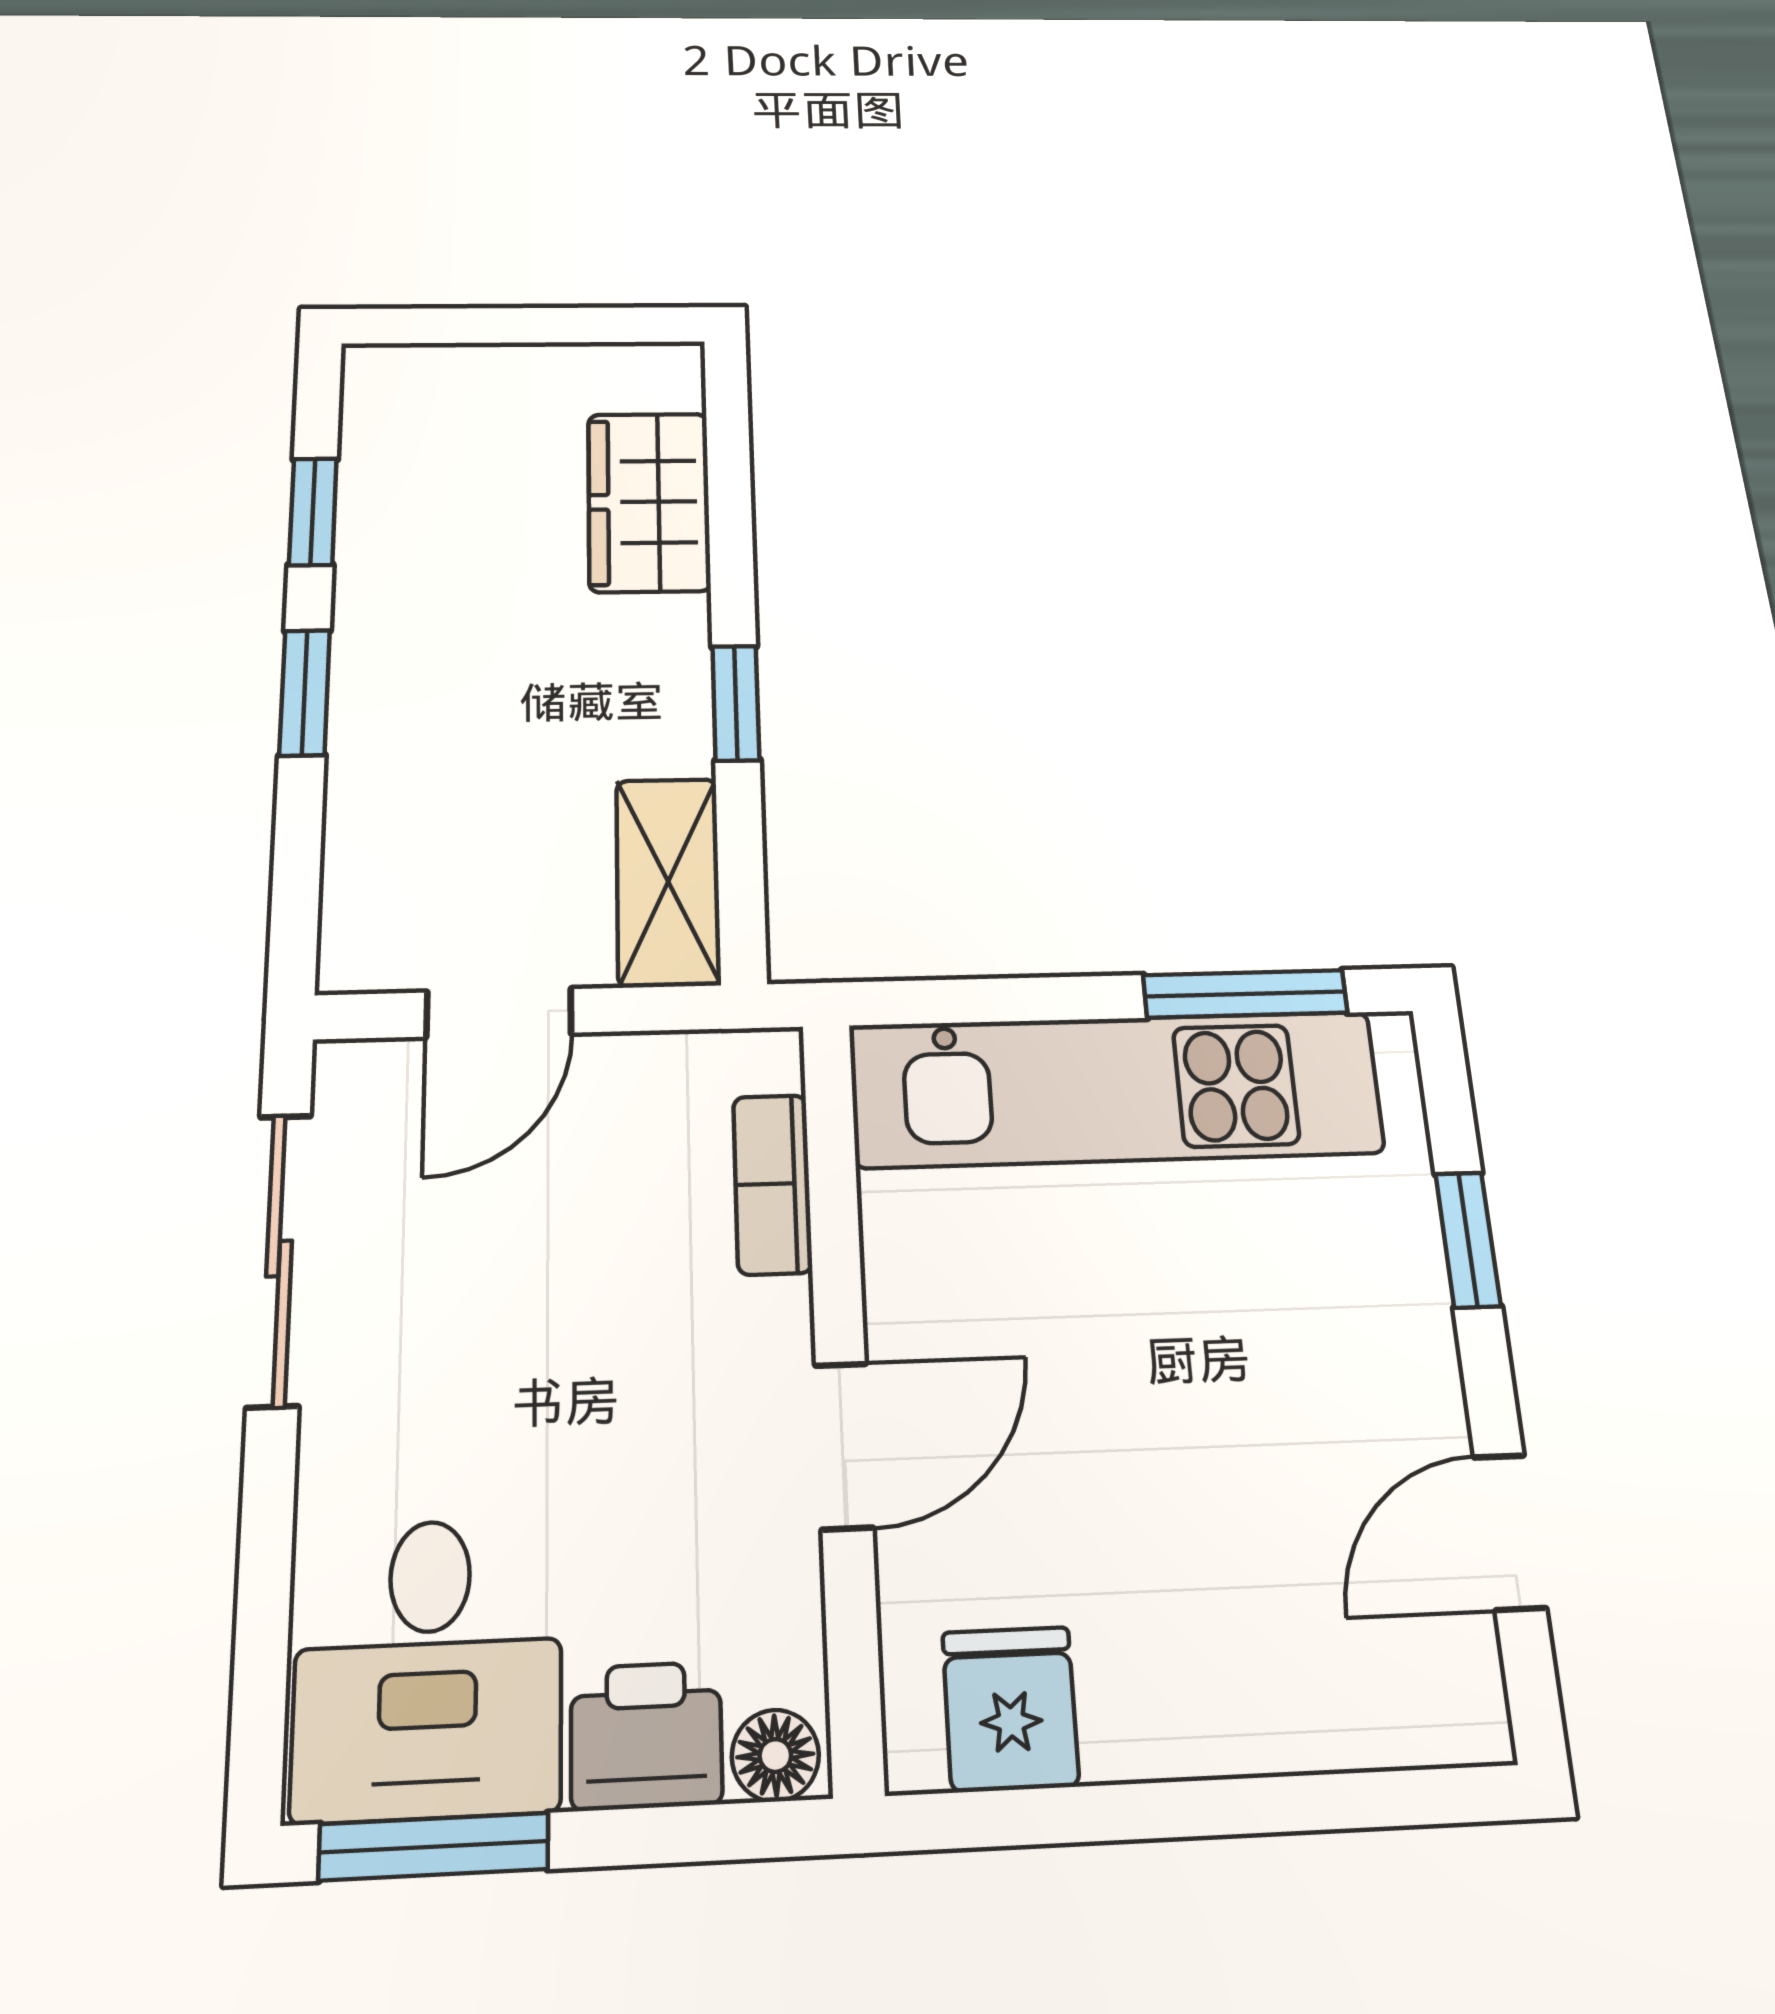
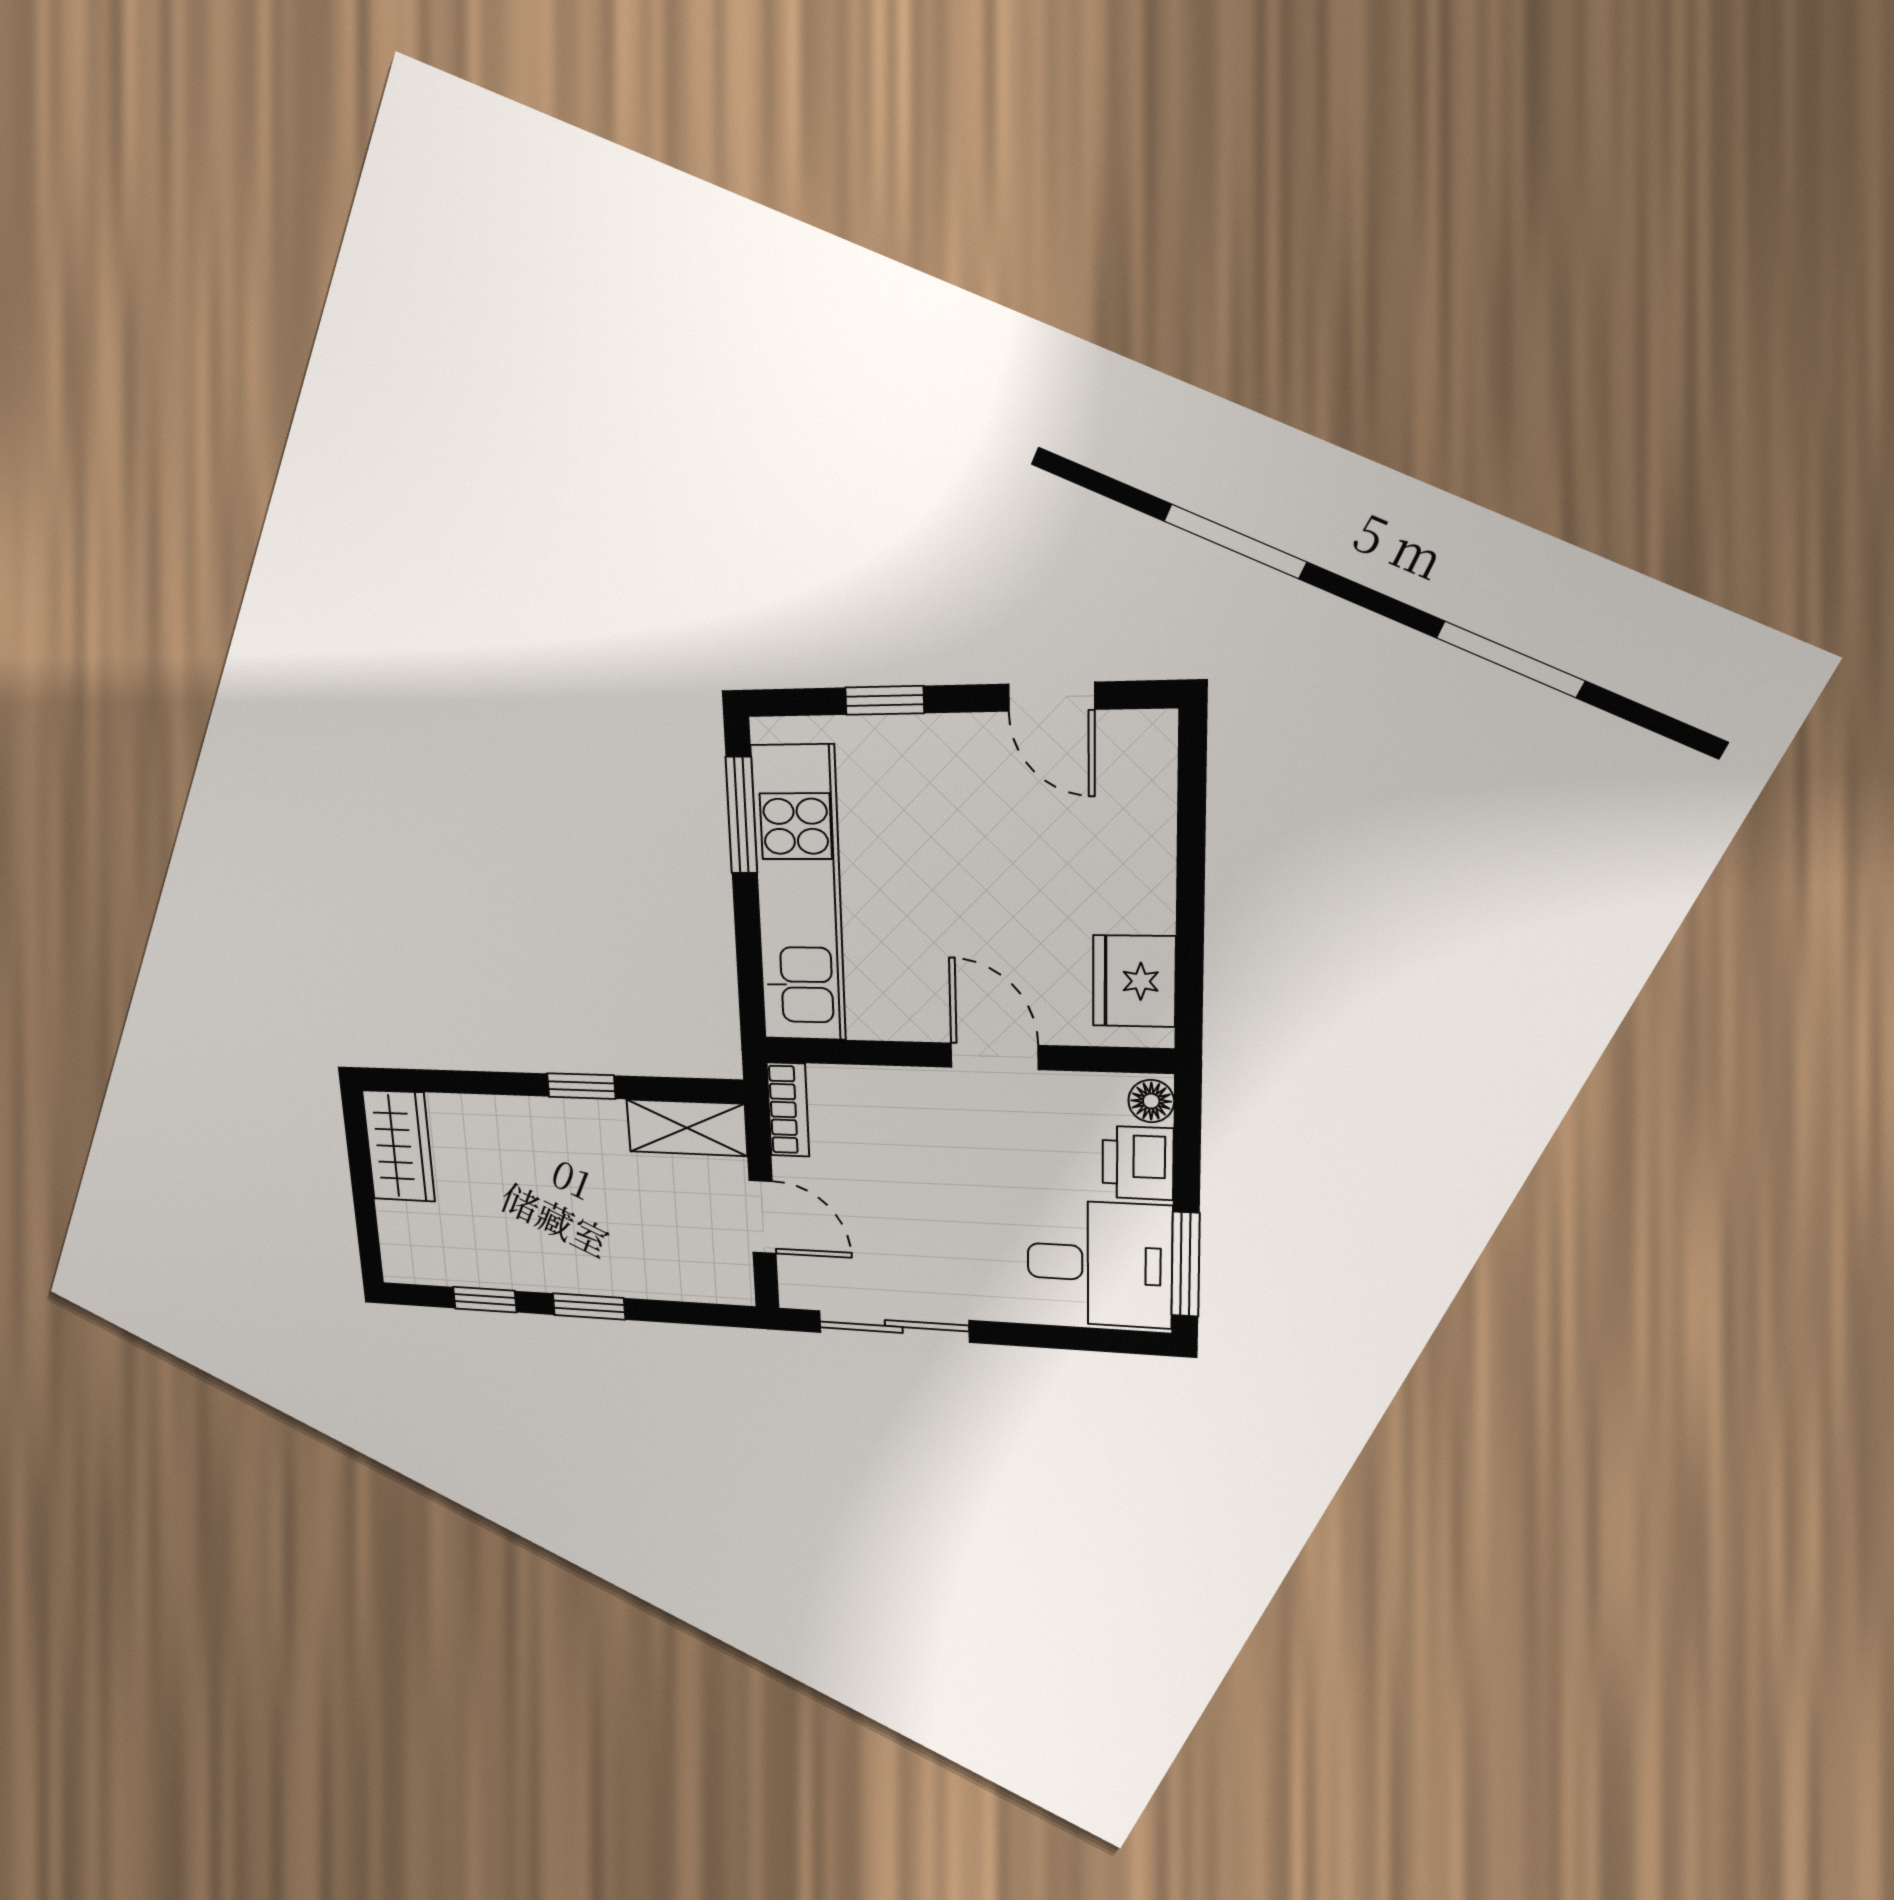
wardrobe: (649, 502) -> (399, 1146), moved, turned -90
bookcase: (772, 1184) -> (788, 1110), moved, turned -90
fridge: (1010, 1709) -> (1134, 981), width x1.38

